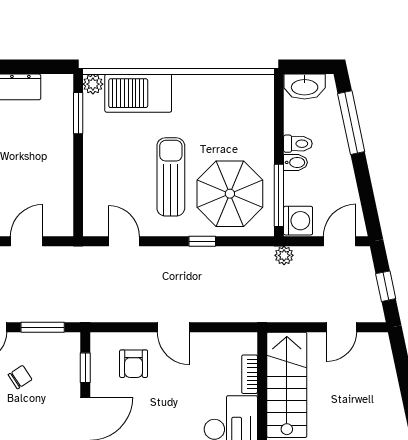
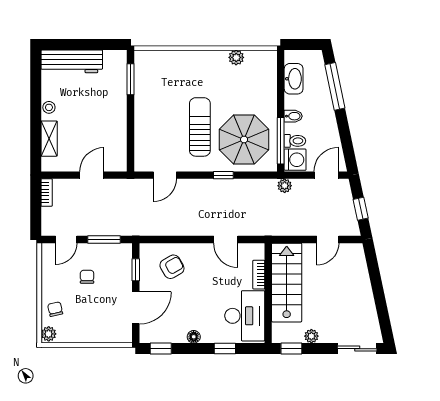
plant: (93, 84) -> (236, 57), moved
washbasin: (305, 87) -> (294, 79), moved, turned -90
barbecue: (138, 93) -> (175, 64), removed
toilet: (298, 144) -> (295, 141), moved
door: (124, 241) -> (165, 175), swing flipped
door: (173, 327) -> (226, 239), moved
armchair: (134, 364) -> (172, 267), turned -120
chair: (20, 377) -> (87, 277), turned -57

